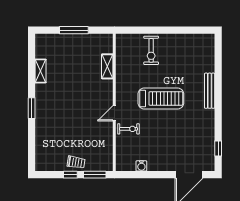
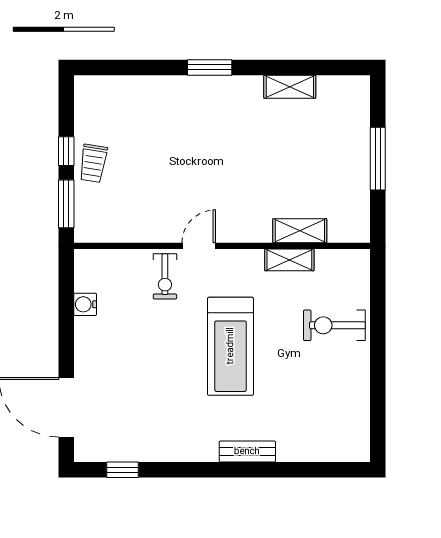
shelving: (121, 71) -> (289, 260), added
bench: (210, 91) -> (247, 452), width x0.73
door: (114, 113) -> (199, 246), hinge flipped

